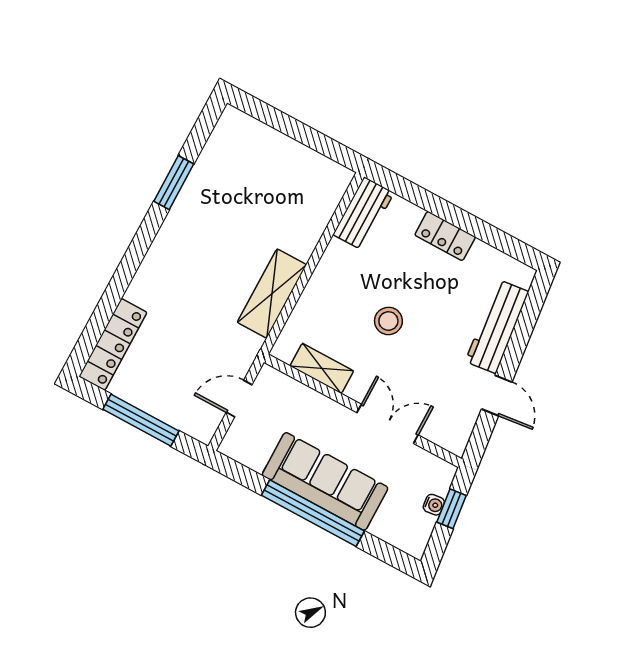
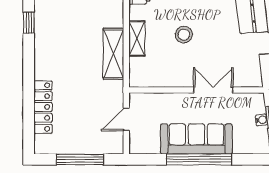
window: (174, 183) -> (29, 23), width x0.67
locker: (113, 344) -> (43, 107), moved
shelving: (322, 368) -> (137, 39), moved, turned 90

